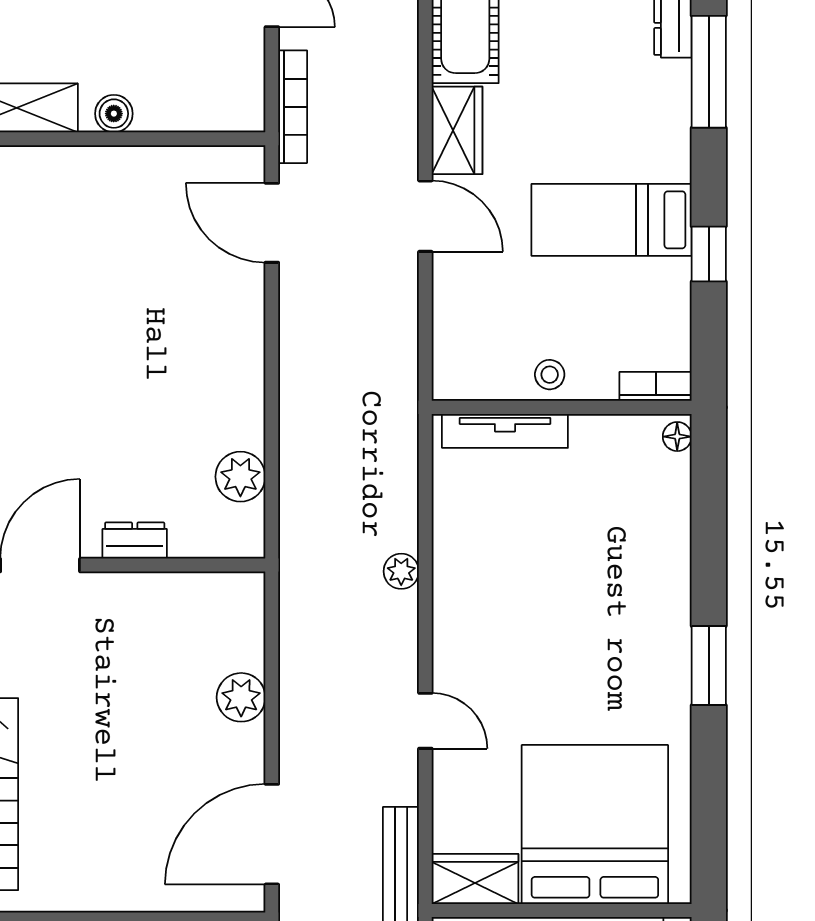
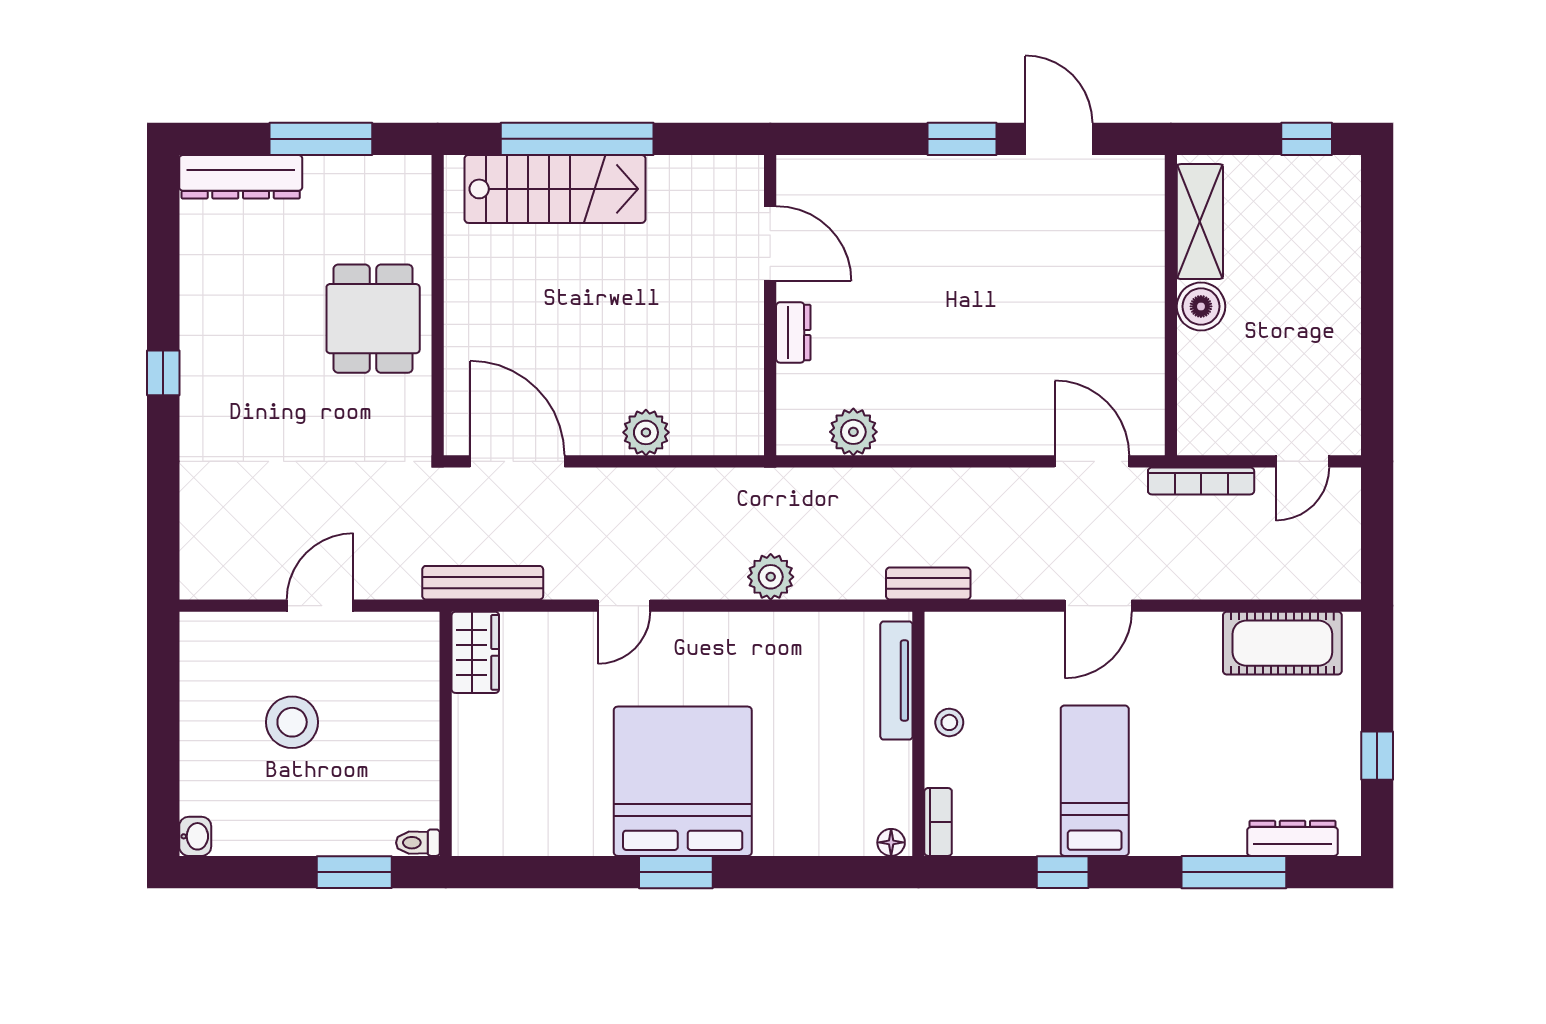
boiler: (114, 114) -> (1201, 306), width x1.36, depth x1.36
wardrobe: (457, 130) -> (1179, 635), removed
door: (272, 223) -> (1092, 461), hinge flipped
bench: (402, 397) -> (928, 584), added
plant: (401, 571) -> (771, 577), width x1.38, depth x1.38
bed: (595, 824) -> (683, 781), moved, turned -90

